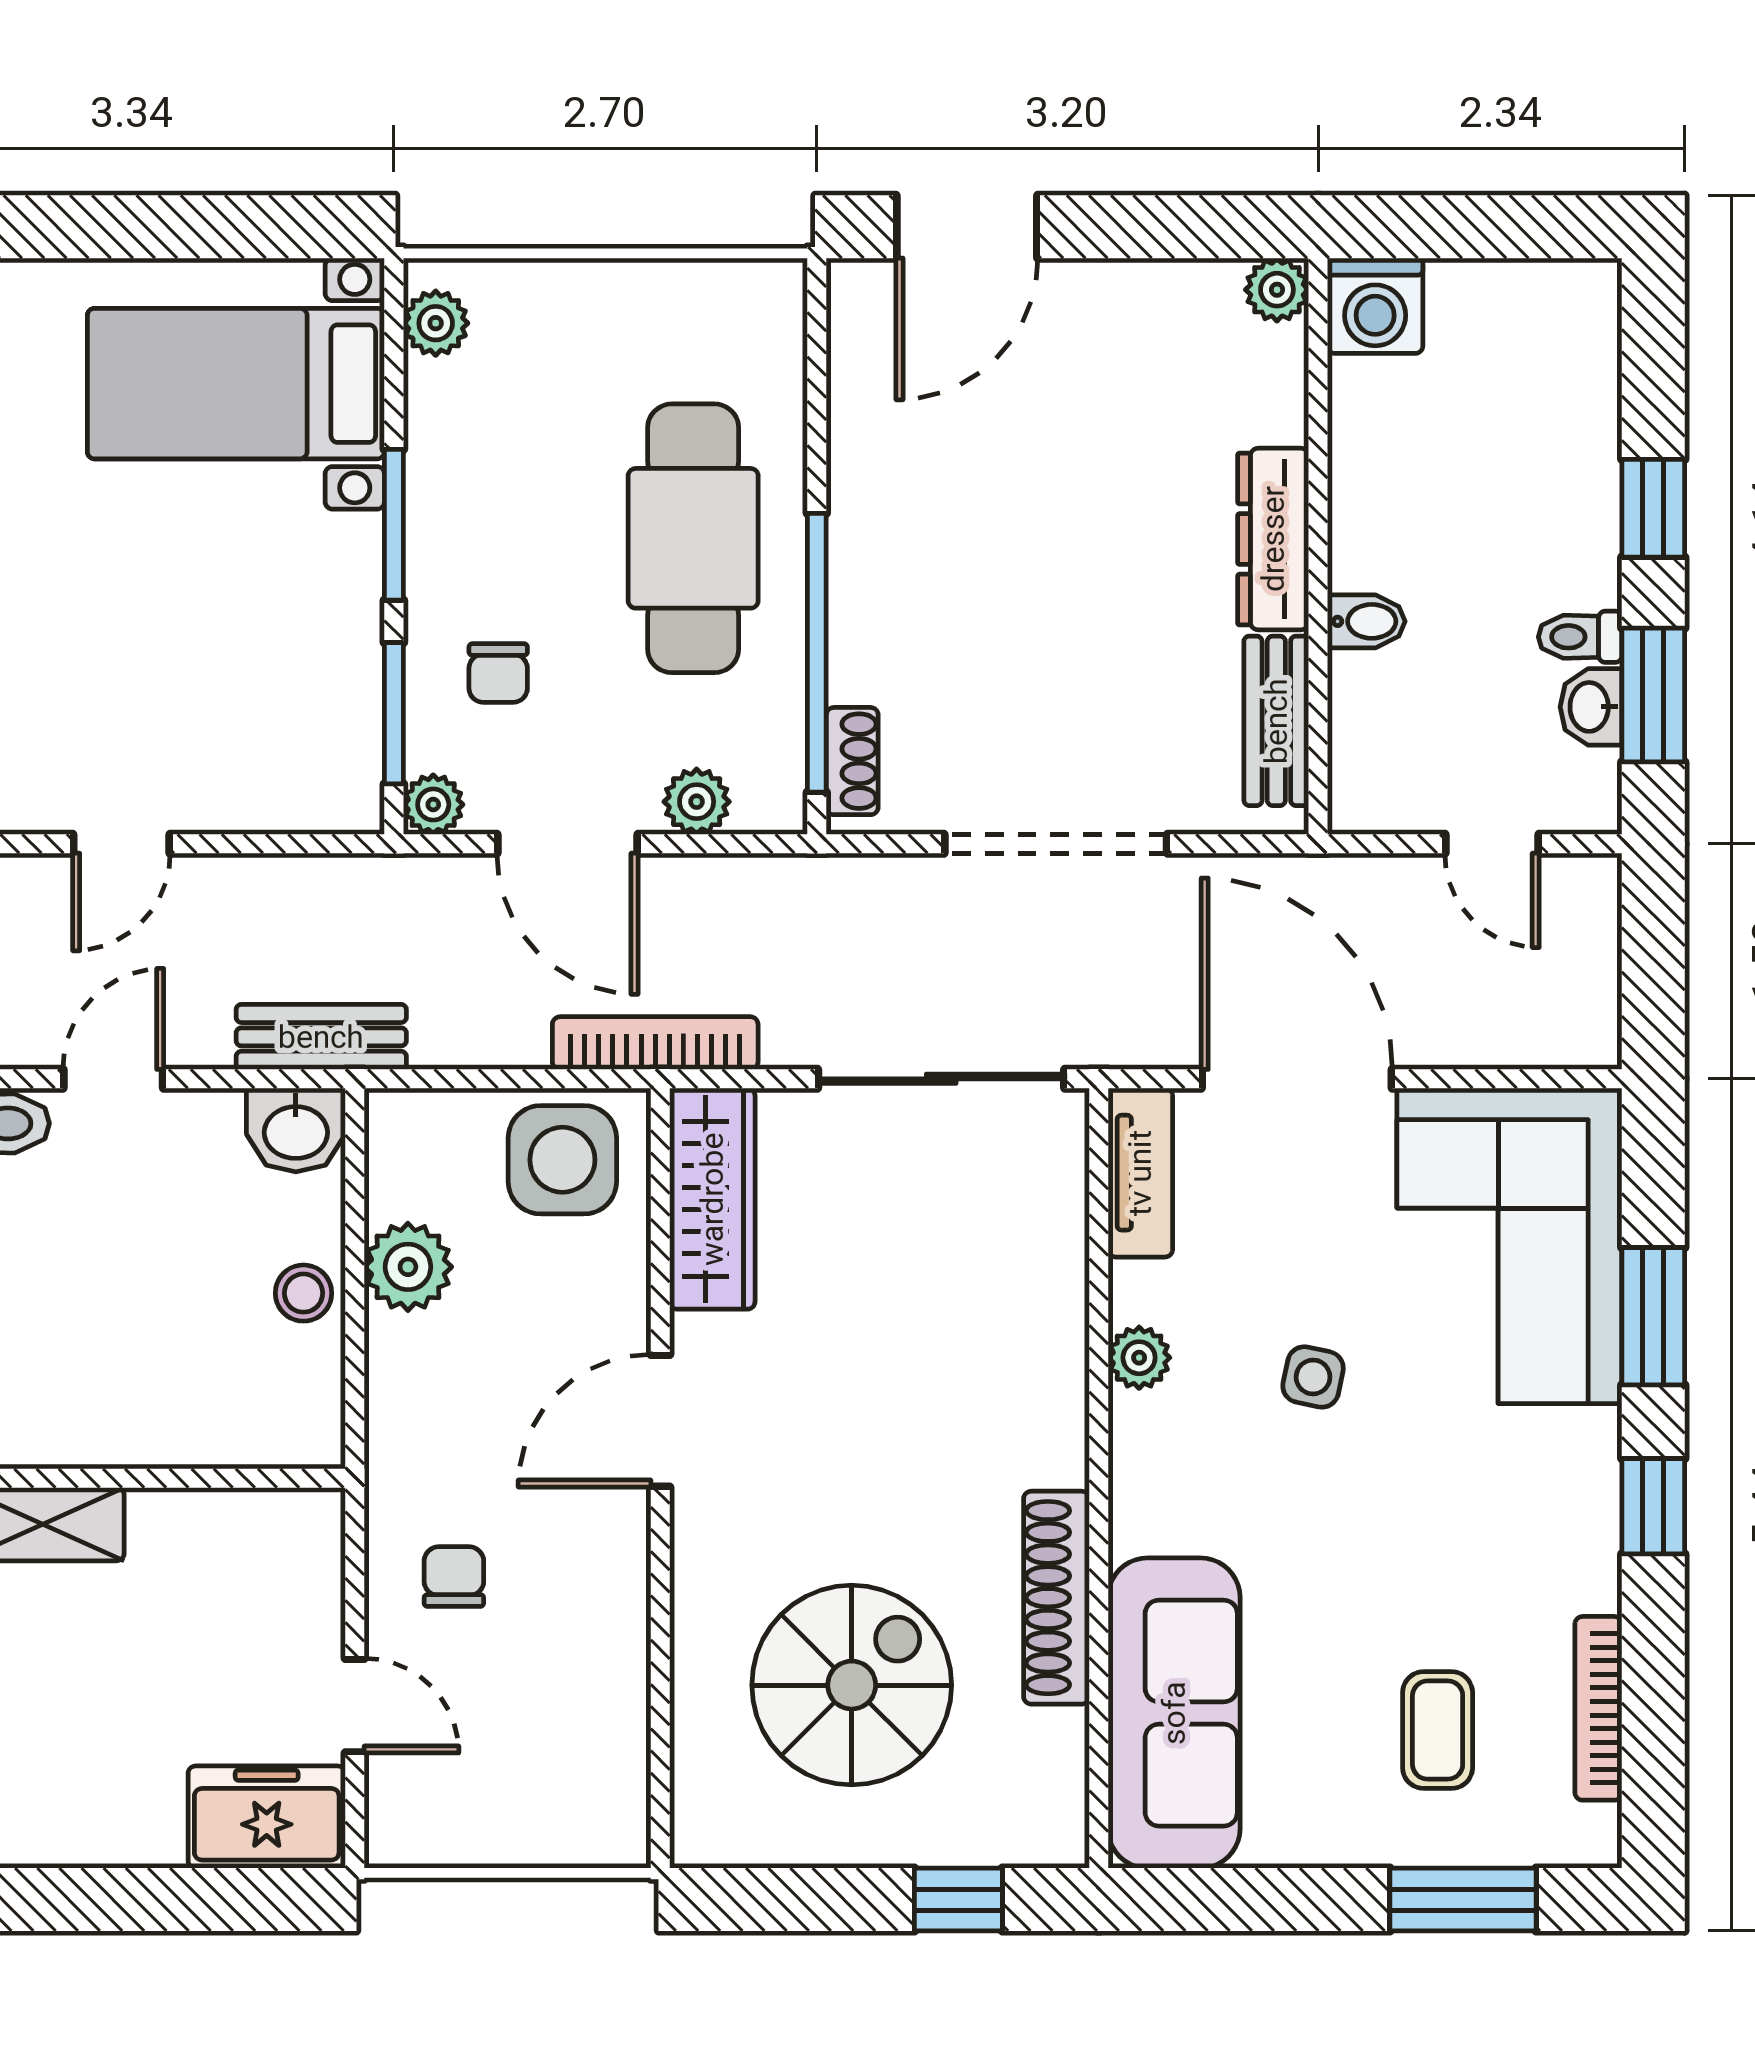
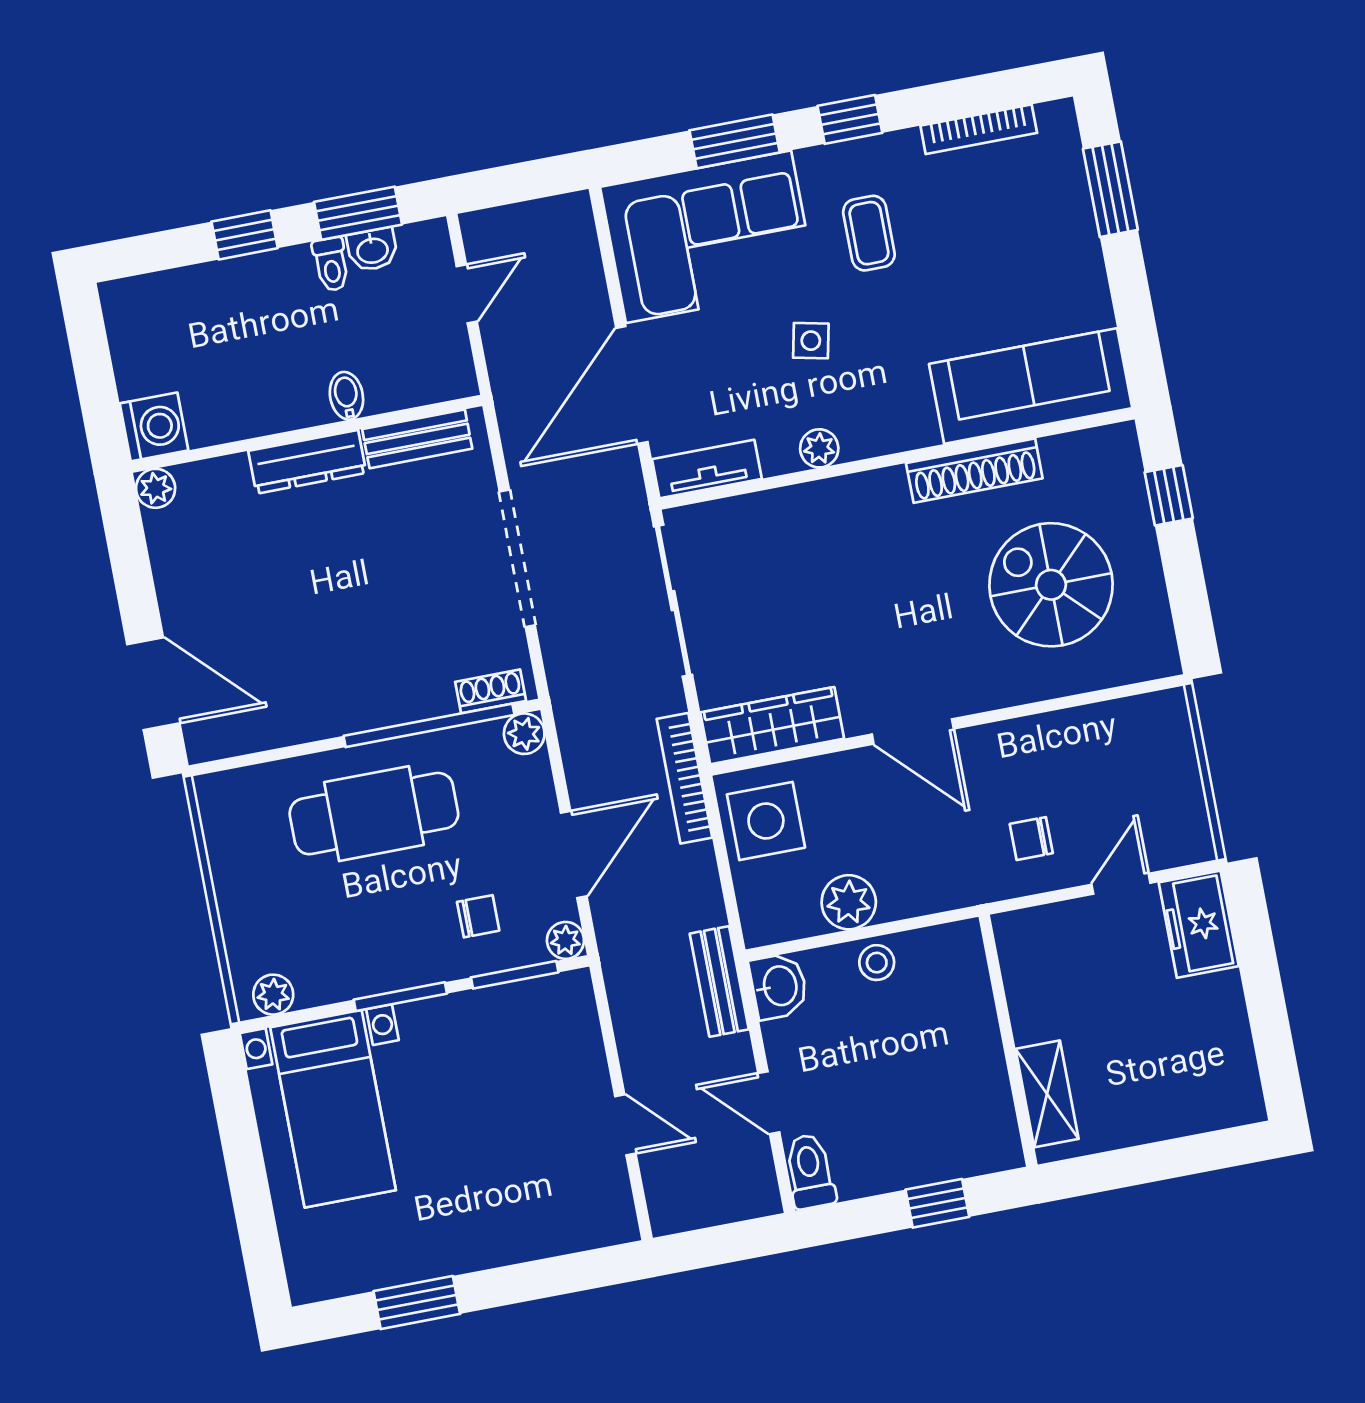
plant: (697, 802) -> (524, 734), moved
coffee table: (1438, 1730) -> (869, 233), moved, turned 90

